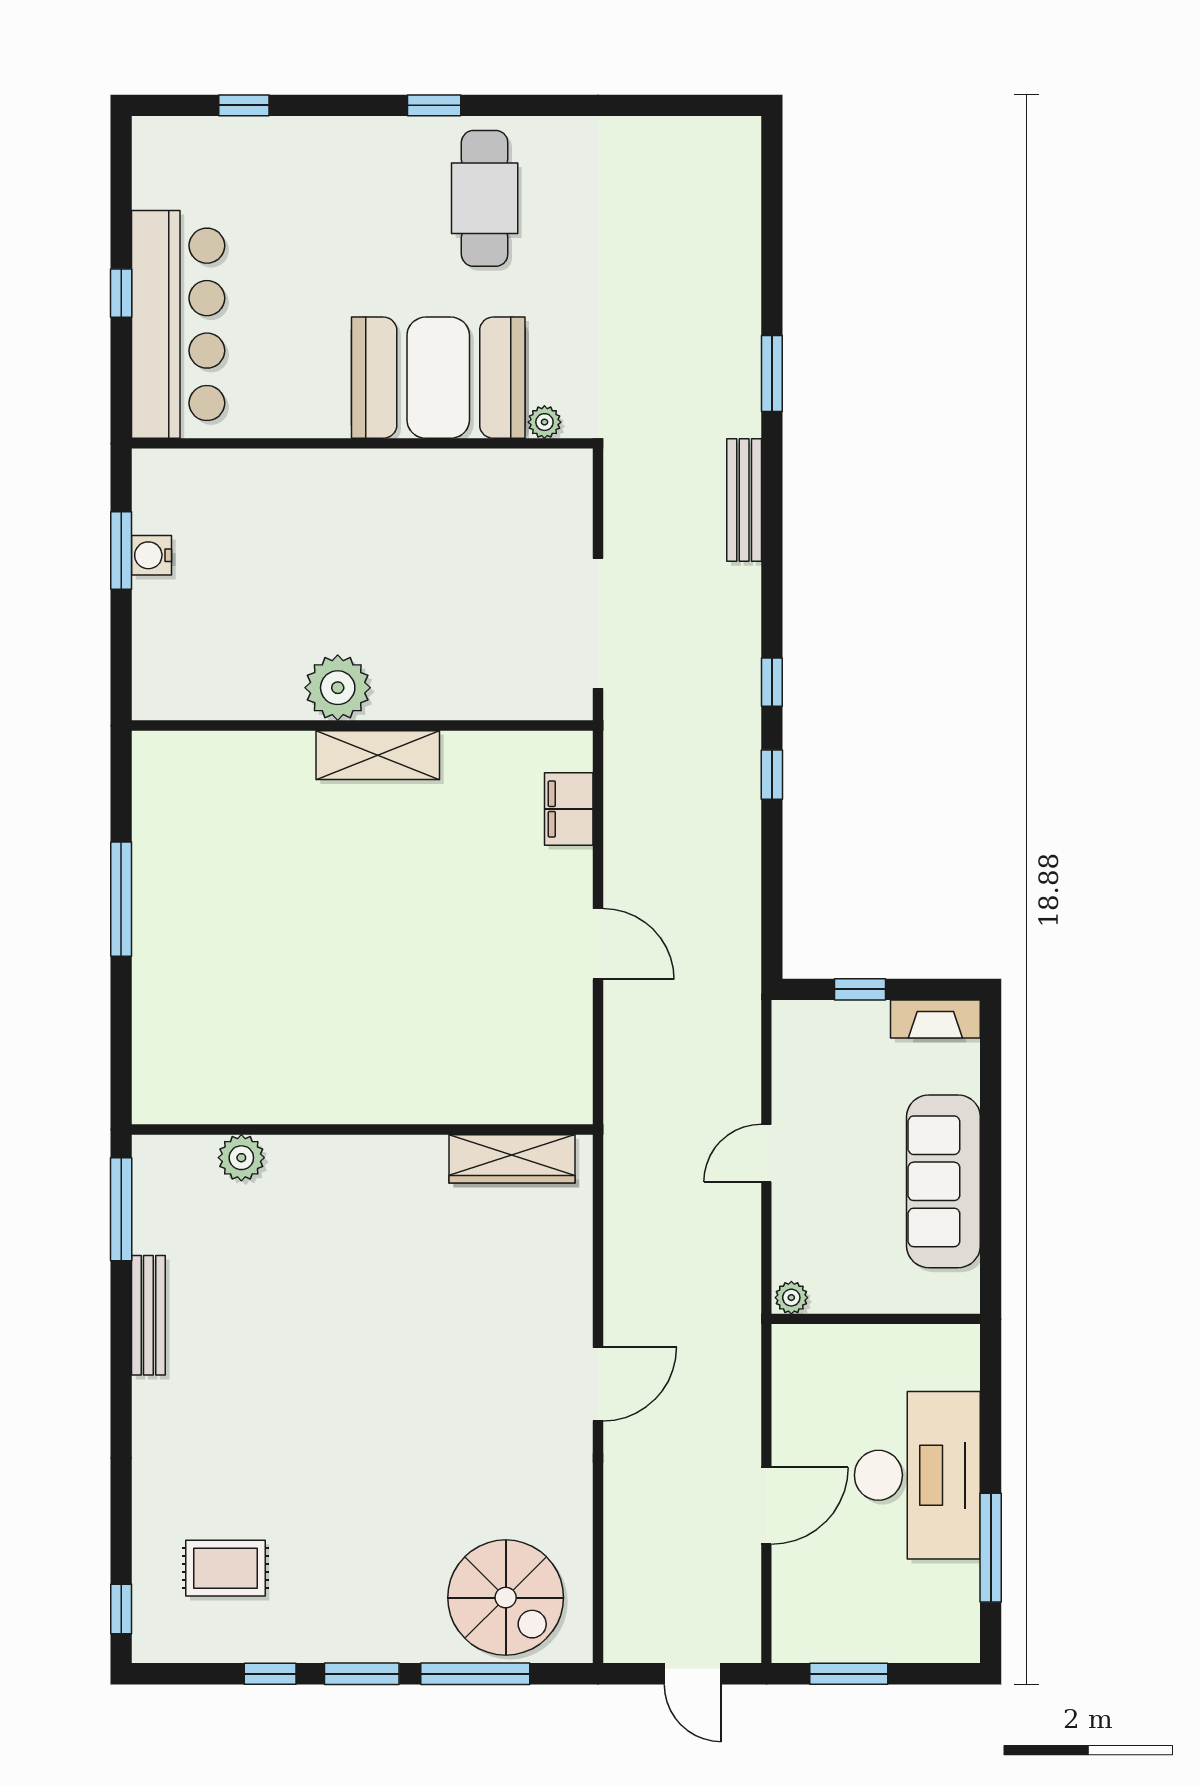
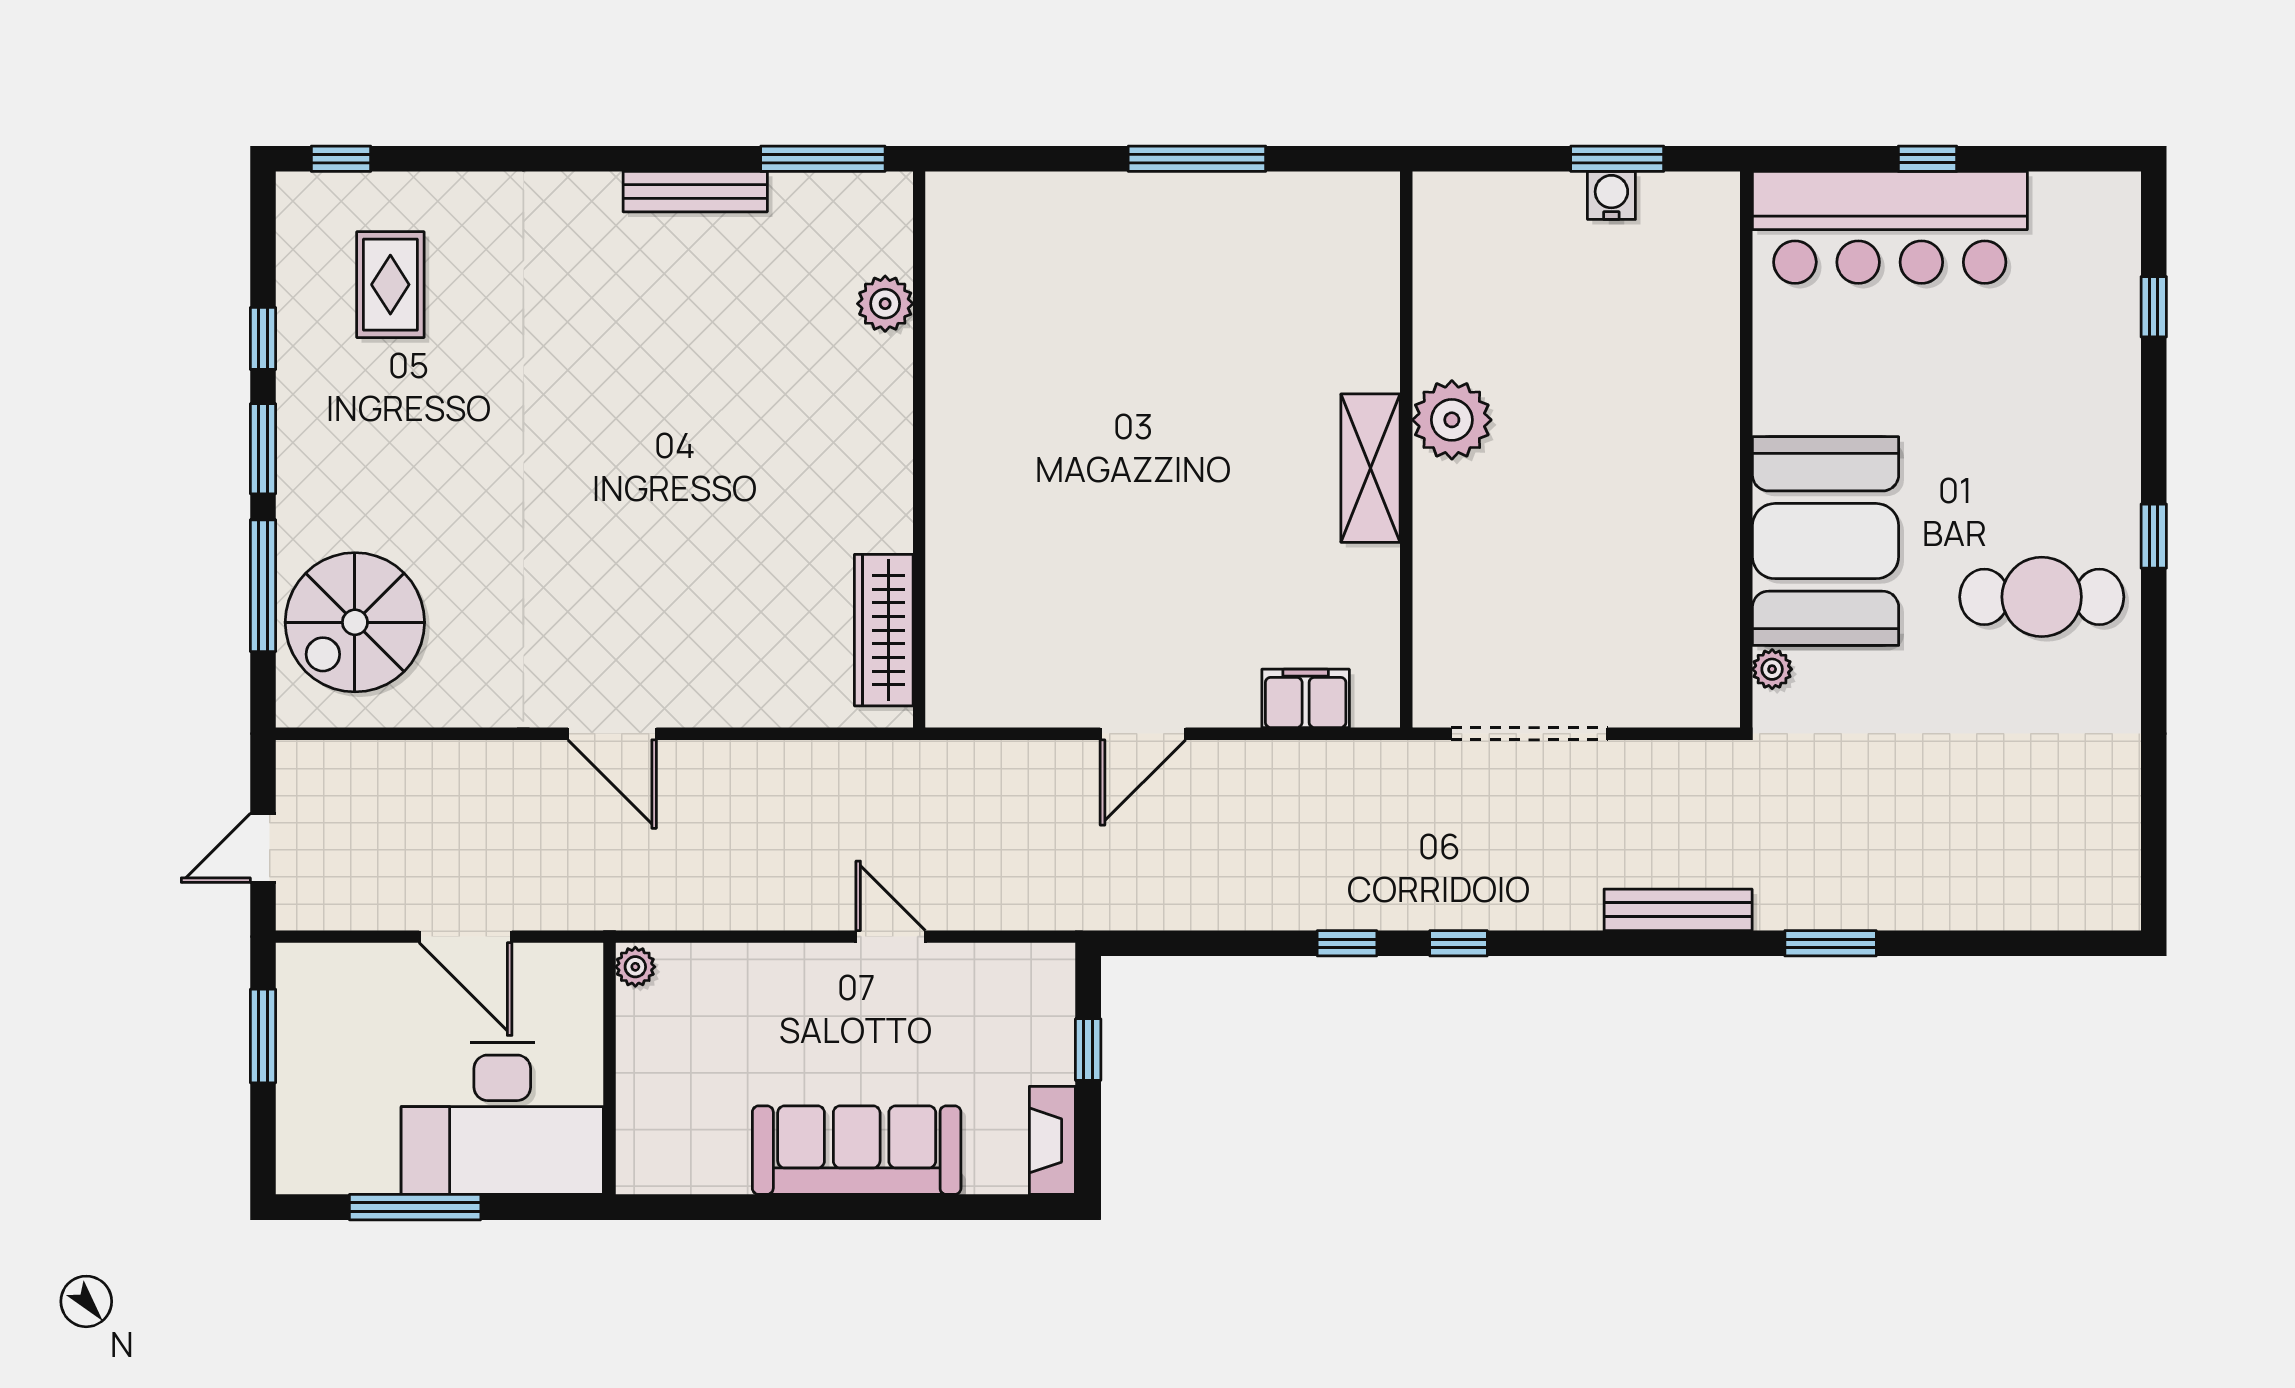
plant: (791, 1298) -> (635, 967), moved
wall: (876, 1319) -> (610, 1069), moved

